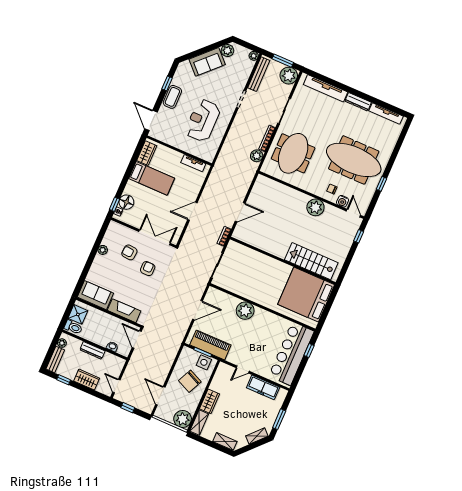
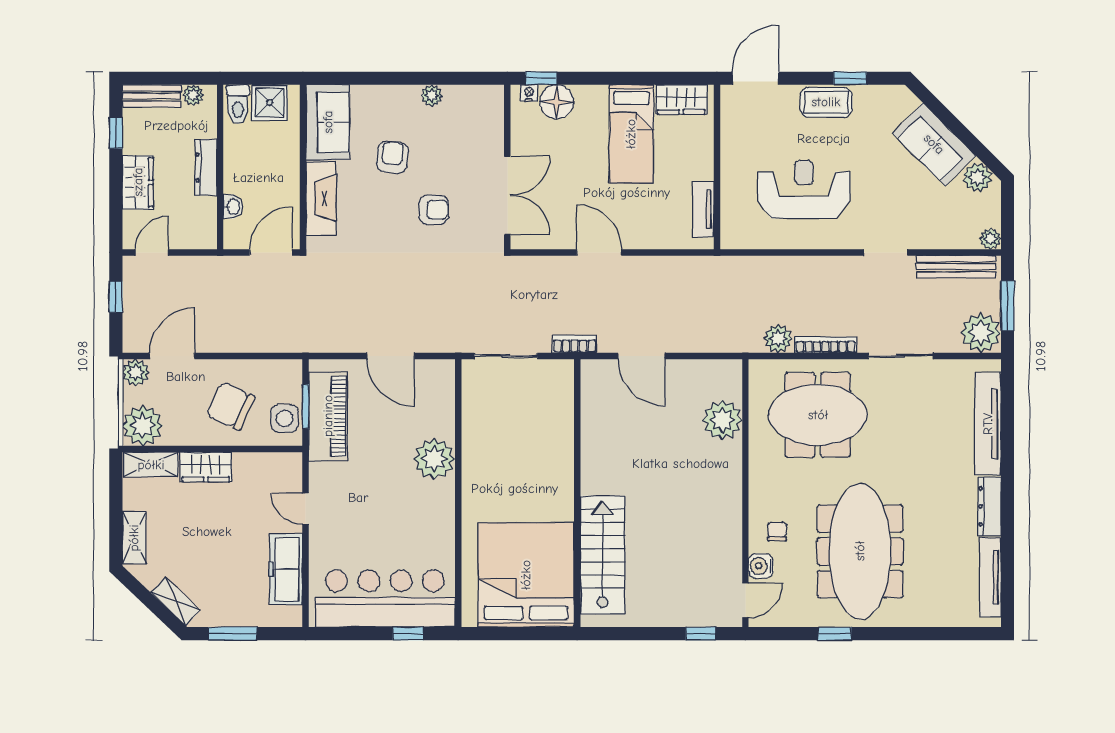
plant: (315, 207) -> (722, 420), moved
armchair: (129, 252) -> (392, 157), moved
plant: (161, 413) -> (136, 372), added

